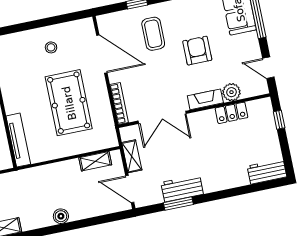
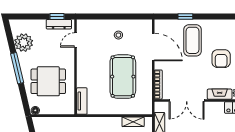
coffee table: (153, 34) -> (193, 40), width x1.36, depth x1.32
armchair: (197, 51) -> (221, 59), turned 180
tv unit: (18, 140) -> (82, 101), width x0.71

